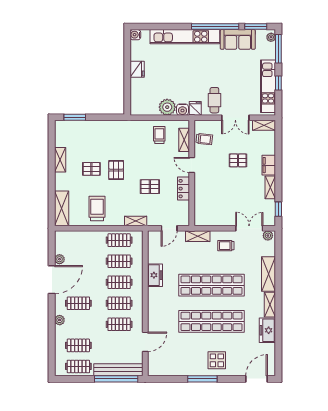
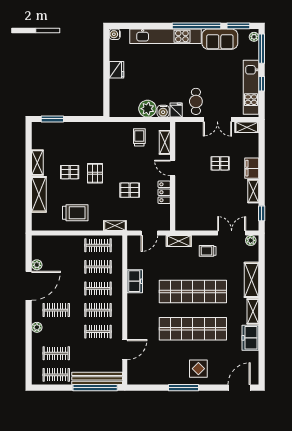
trolley: (204, 139) -> (185, 141), removed
shelving: (62, 208) -> (39, 194), moved
trolley: (97, 209) -> (75, 213), turned 90

